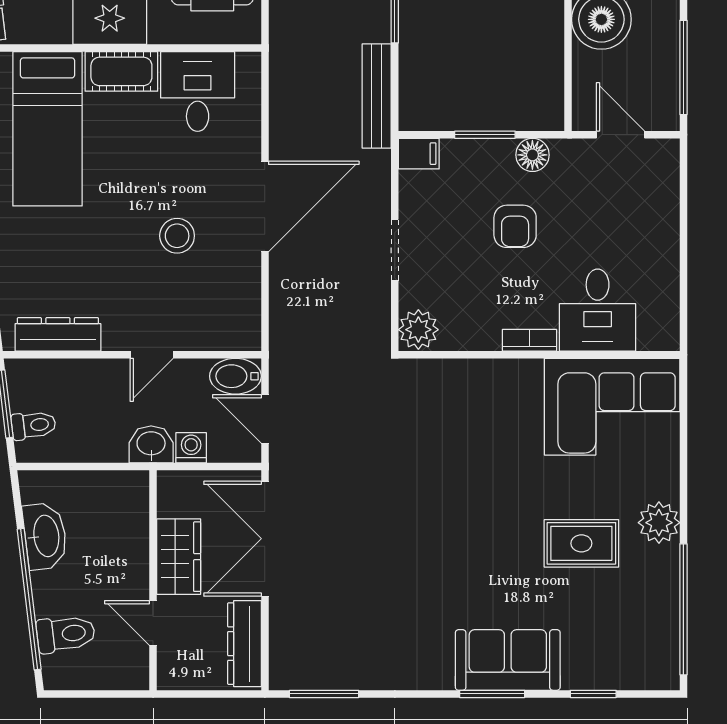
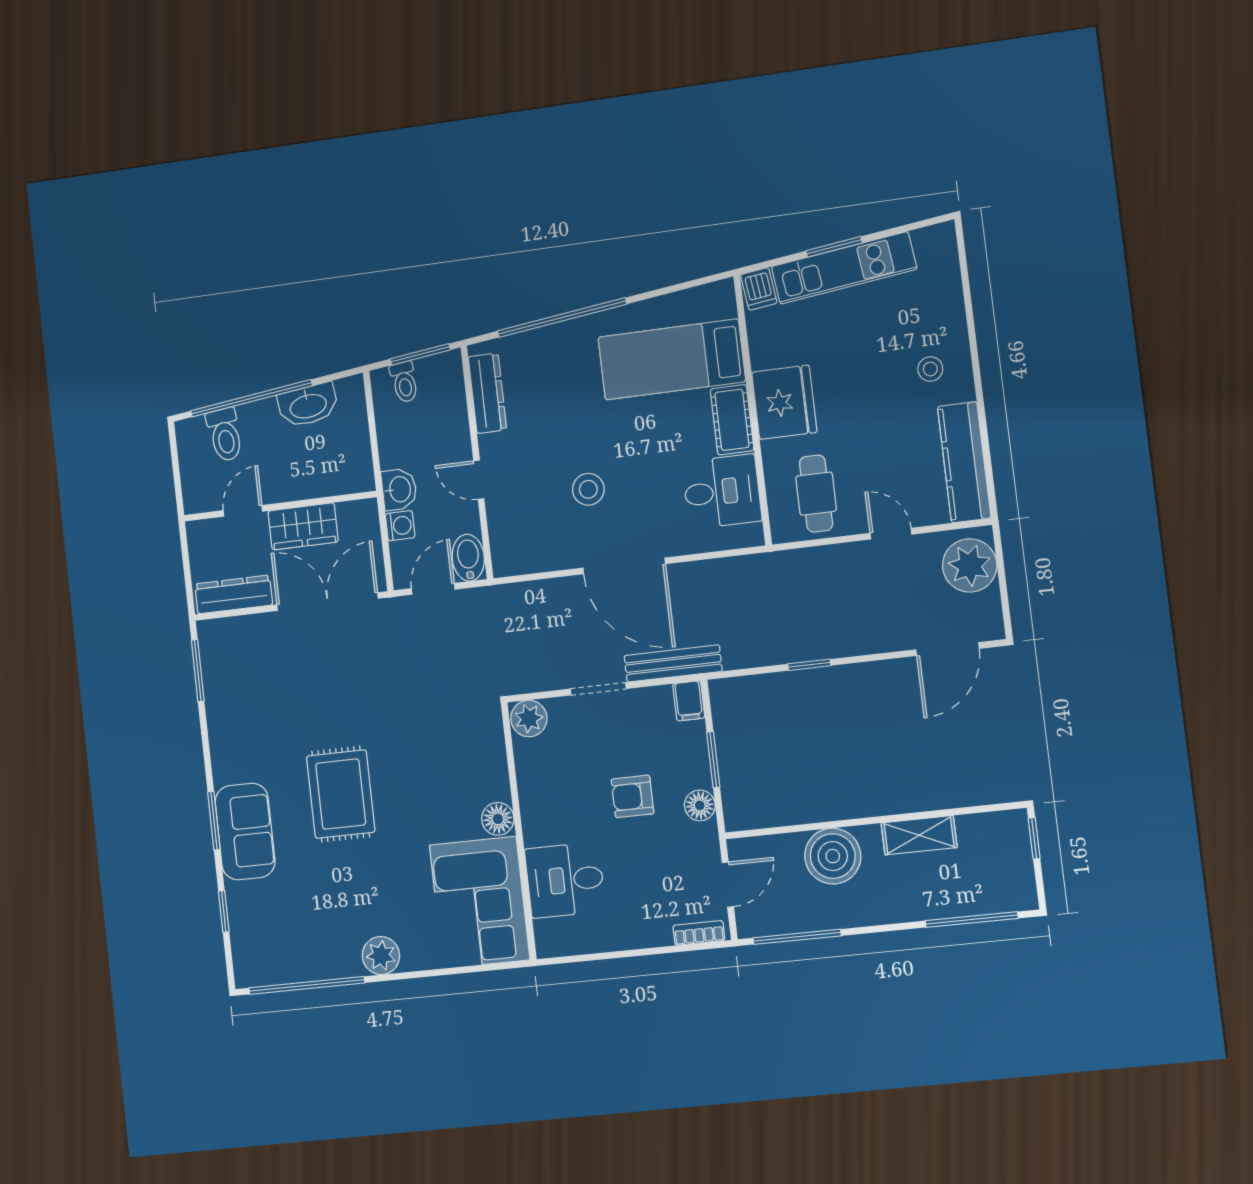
bench: (377, 96) -> (673, 663), moved
bookcase: (529, 340) -> (699, 933), moved, turned -90
floor lamp: (524, 376) -> (498, 819), added
rug: (581, 543) -> (341, 794), moved, width x1.36, depth x1.43

